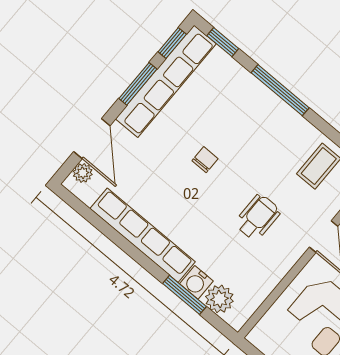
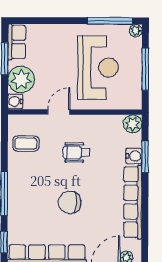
chair: (205, 160) -> (70, 202), width x1.87, depth x1.87
plant: (219, 299) -> (133, 124), moved

